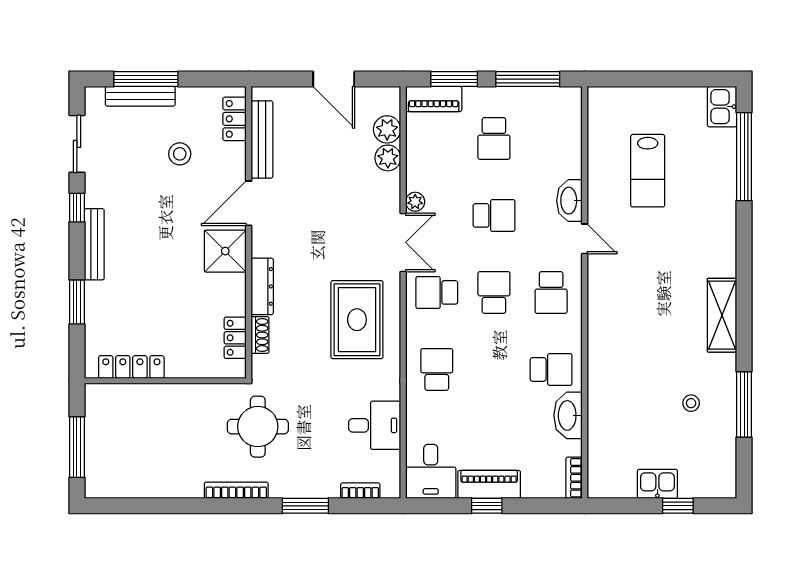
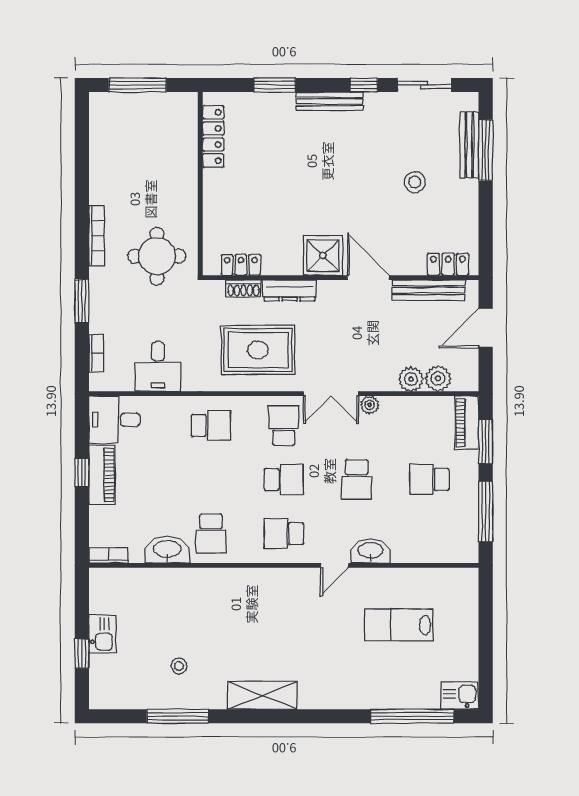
locker: (235, 119) -> (448, 264), moved
bench: (262, 139) -> (429, 290), moved
door: (249, 203) -> (368, 278), moved
wall: (249, 232) -> (341, 278), moved
shower: (225, 251) -> (323, 255), moved
dresser: (262, 286) -> (289, 290), moved
shoe rack: (260, 335) -> (243, 288), moved
locker: (235, 338) -> (241, 265), moved

